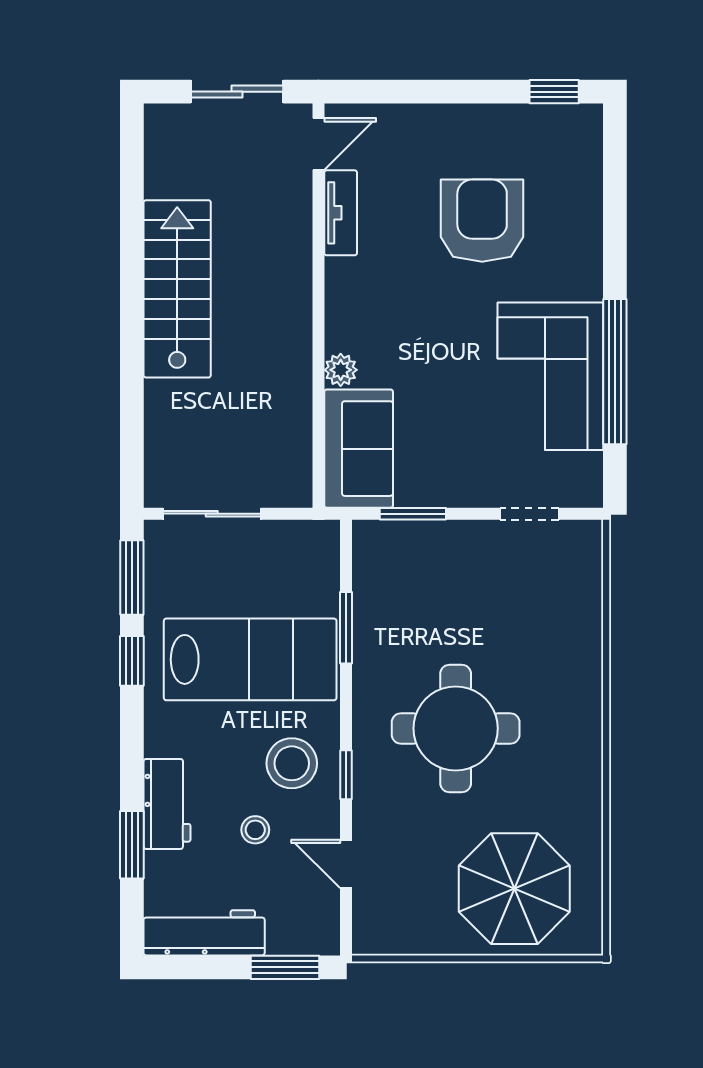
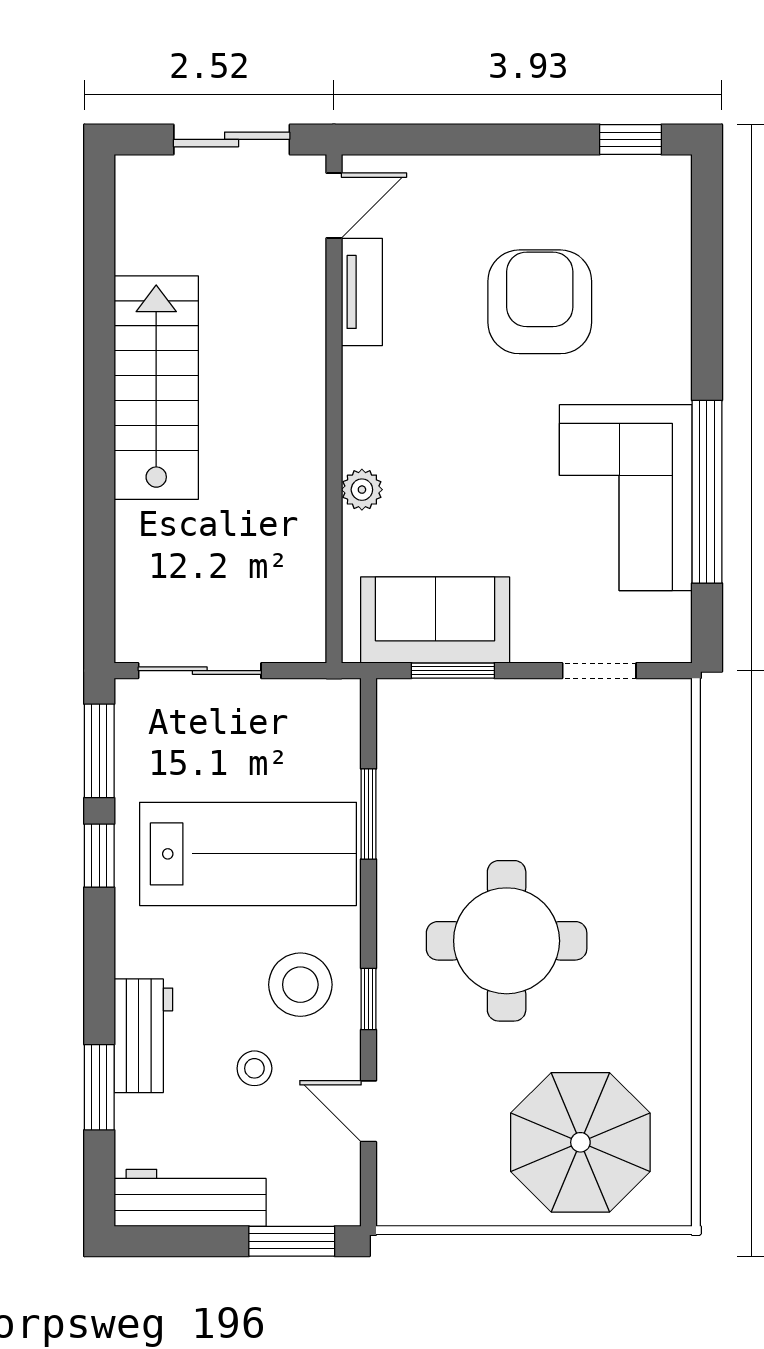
sofa: (359, 449) -> (435, 620), moved, turned -90

